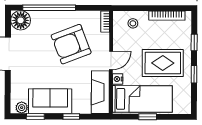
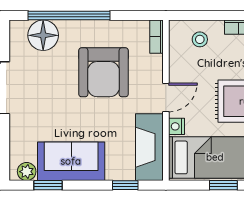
floor lamp: (21, 20) -> (43, 35), moved
armchair: (71, 44) -> (104, 72), turned -69
window: (71, 116) -> (125, 185), moved

